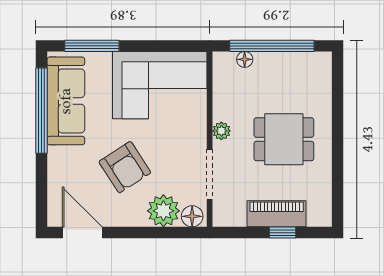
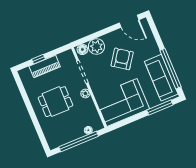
armchair: (125, 167) -> (122, 59), turned 68

